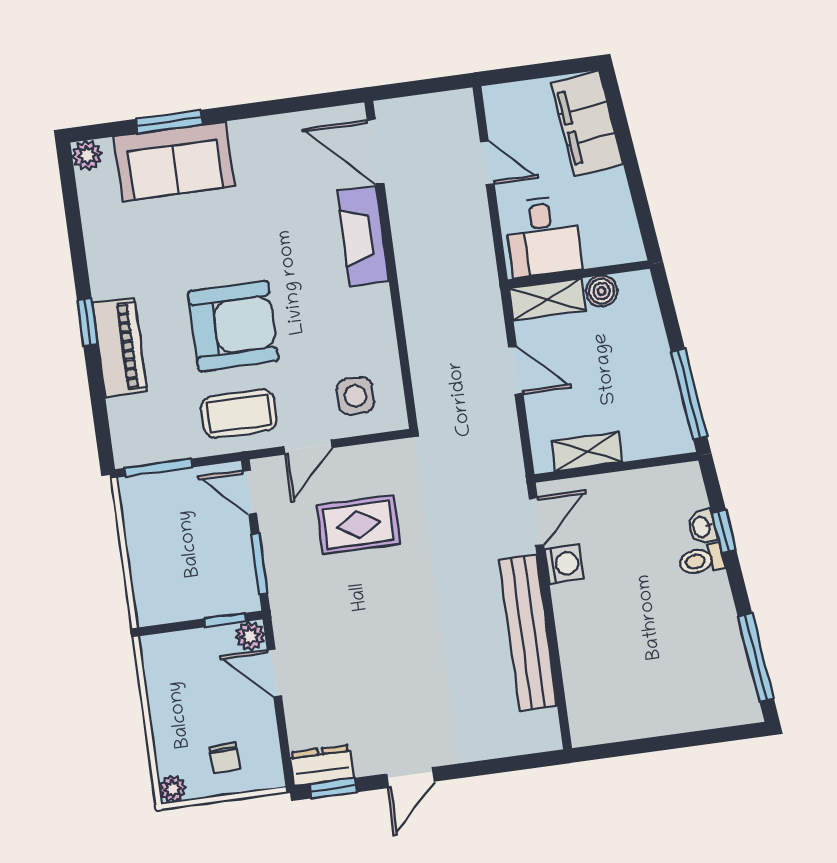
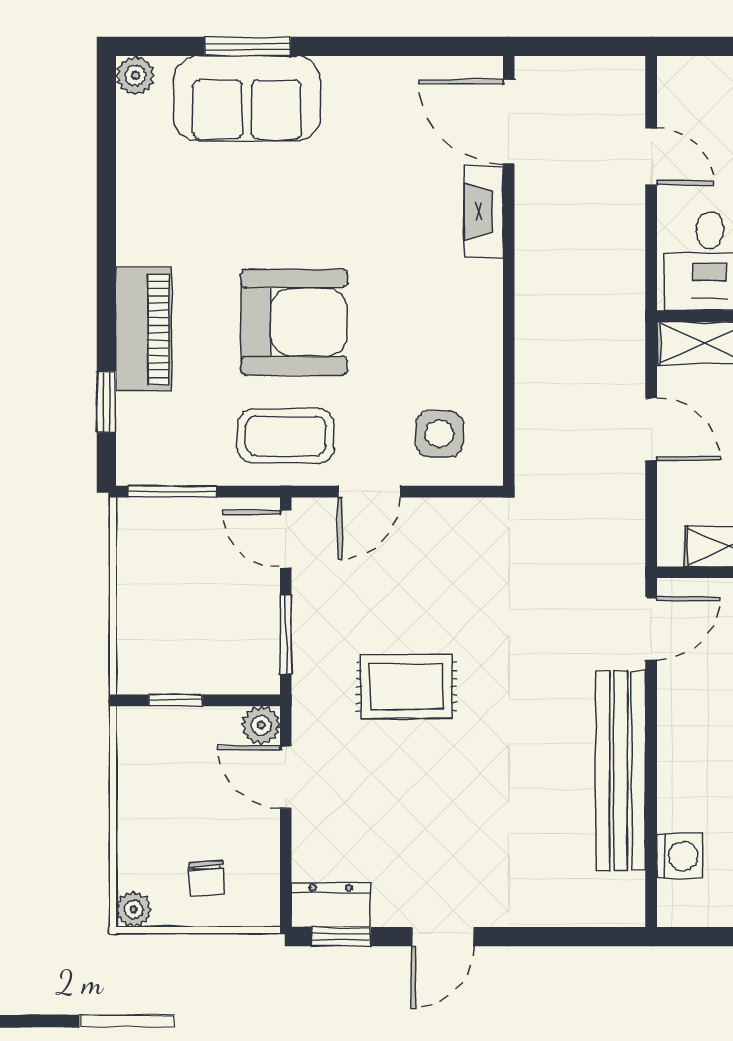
fireplace: (363, 236) -> (484, 212), width x0.73, depth x0.76
window: (88, 322) -> (106, 402), moved
rug: (358, 525) -> (406, 687), moved
washing machine: (564, 564) -> (680, 856), moved
window: (225, 620) -> (175, 700), moved

